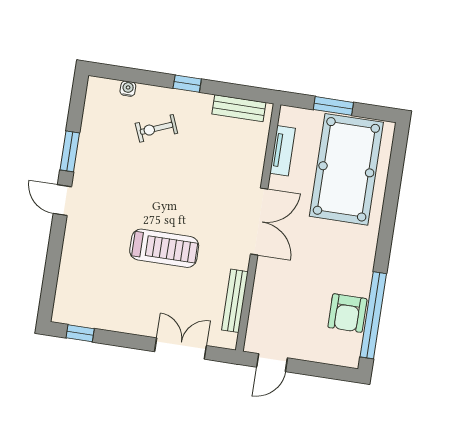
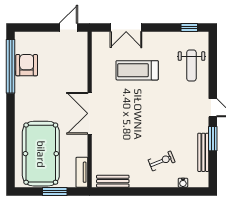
window: (187, 84) -> (147, 191), removed
tv unit: (283, 151) -> (82, 172), moved
treadmill: (164, 248) -> (137, 70), moved
weight bench: (86, 273) -> (191, 65), added
bench: (235, 301) -> (203, 152), moved

